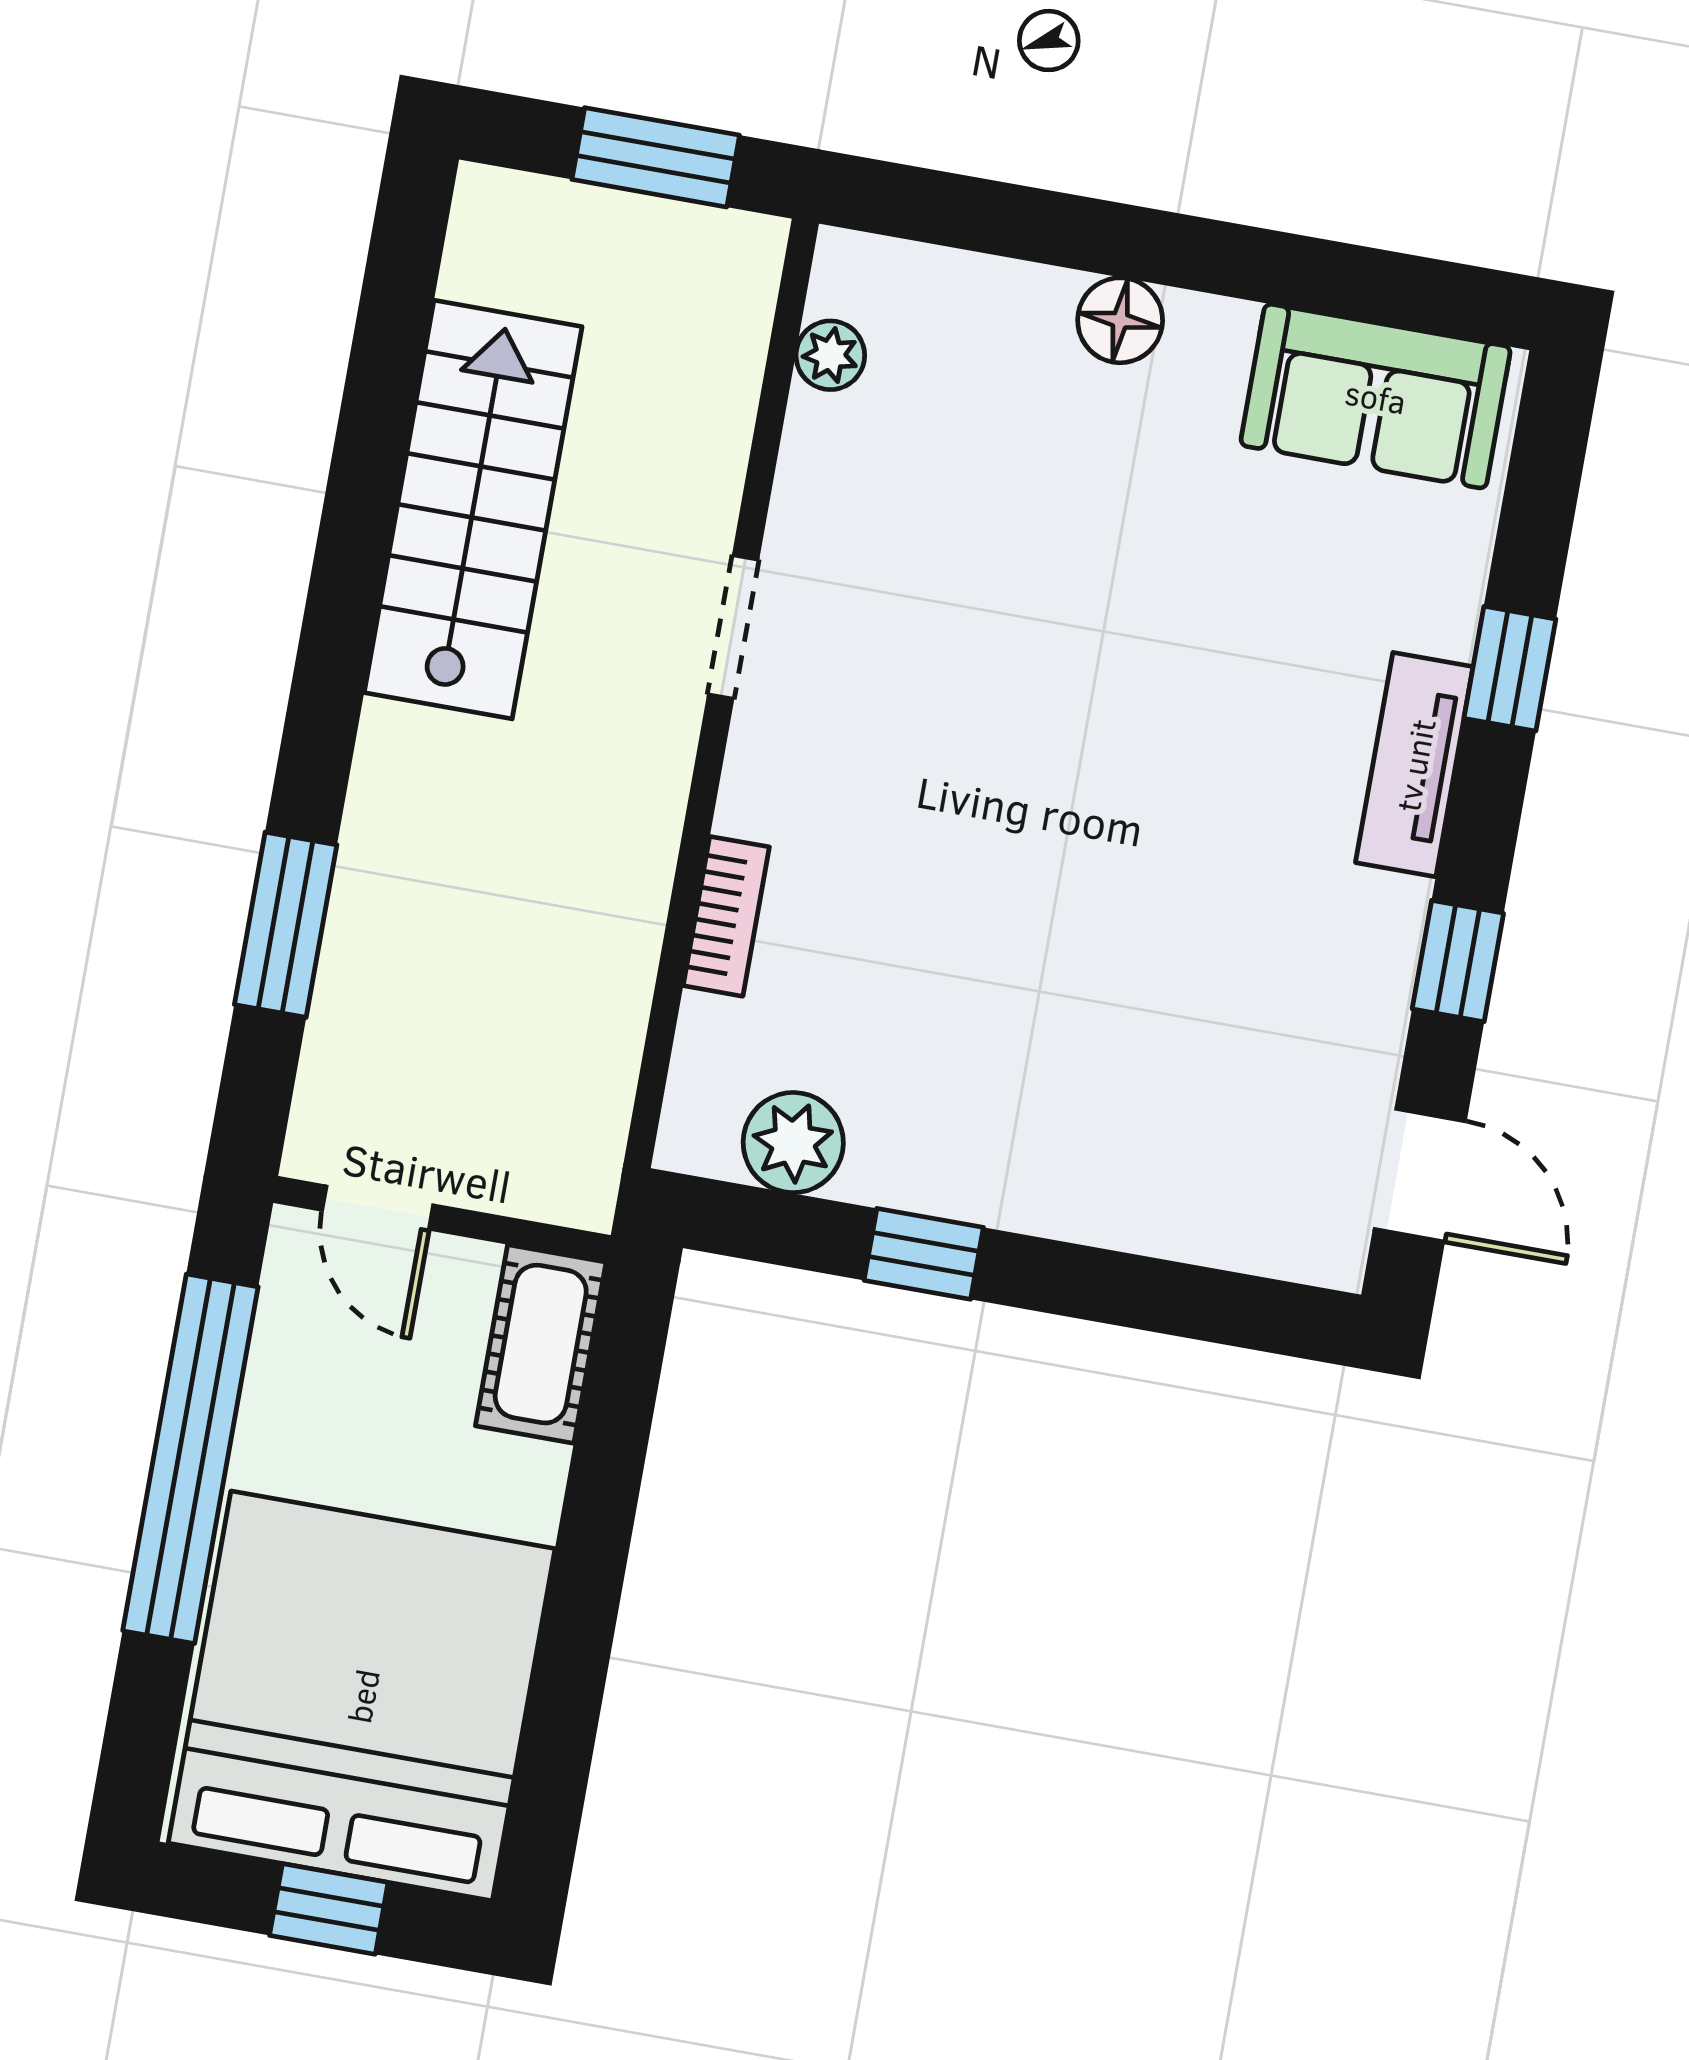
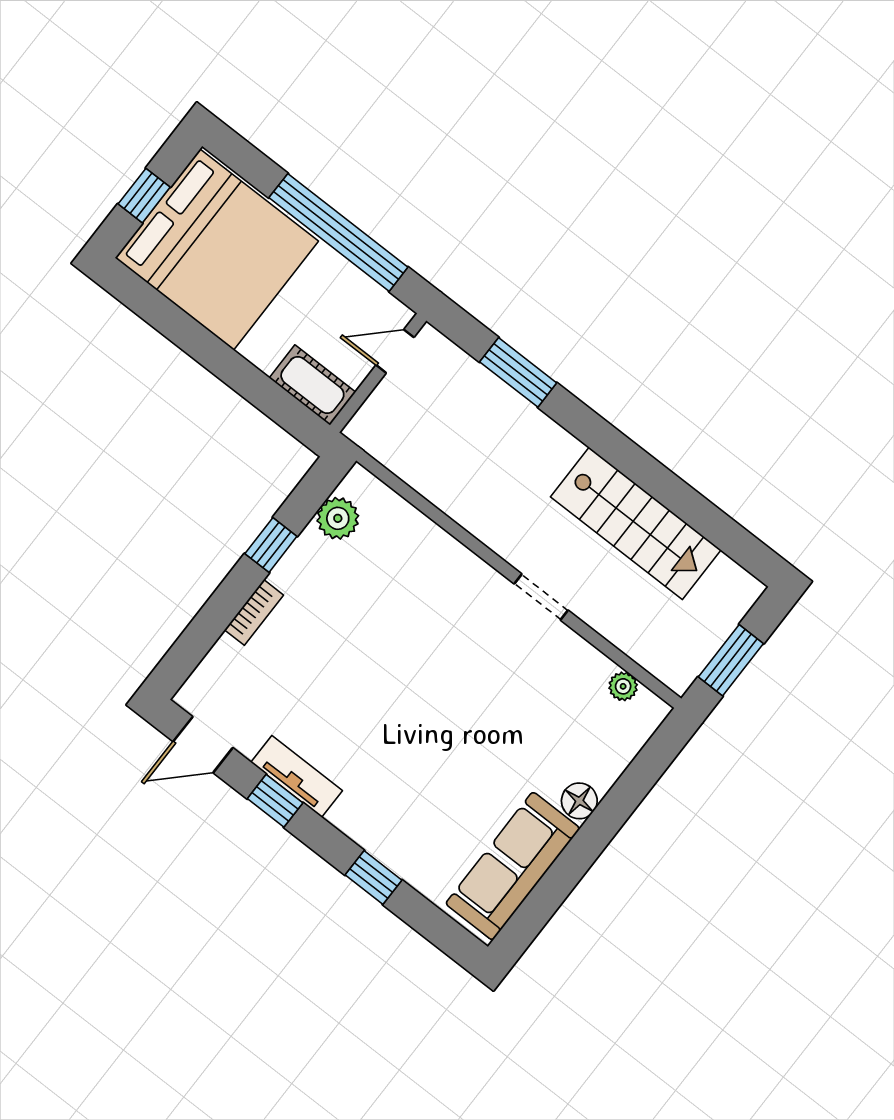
sofa: (1376, 396) -> (513, 866), width x1.36
tv unit: (1414, 765) -> (297, 776), moved
bookcase: (726, 916) -> (254, 612), moved, turned -90

